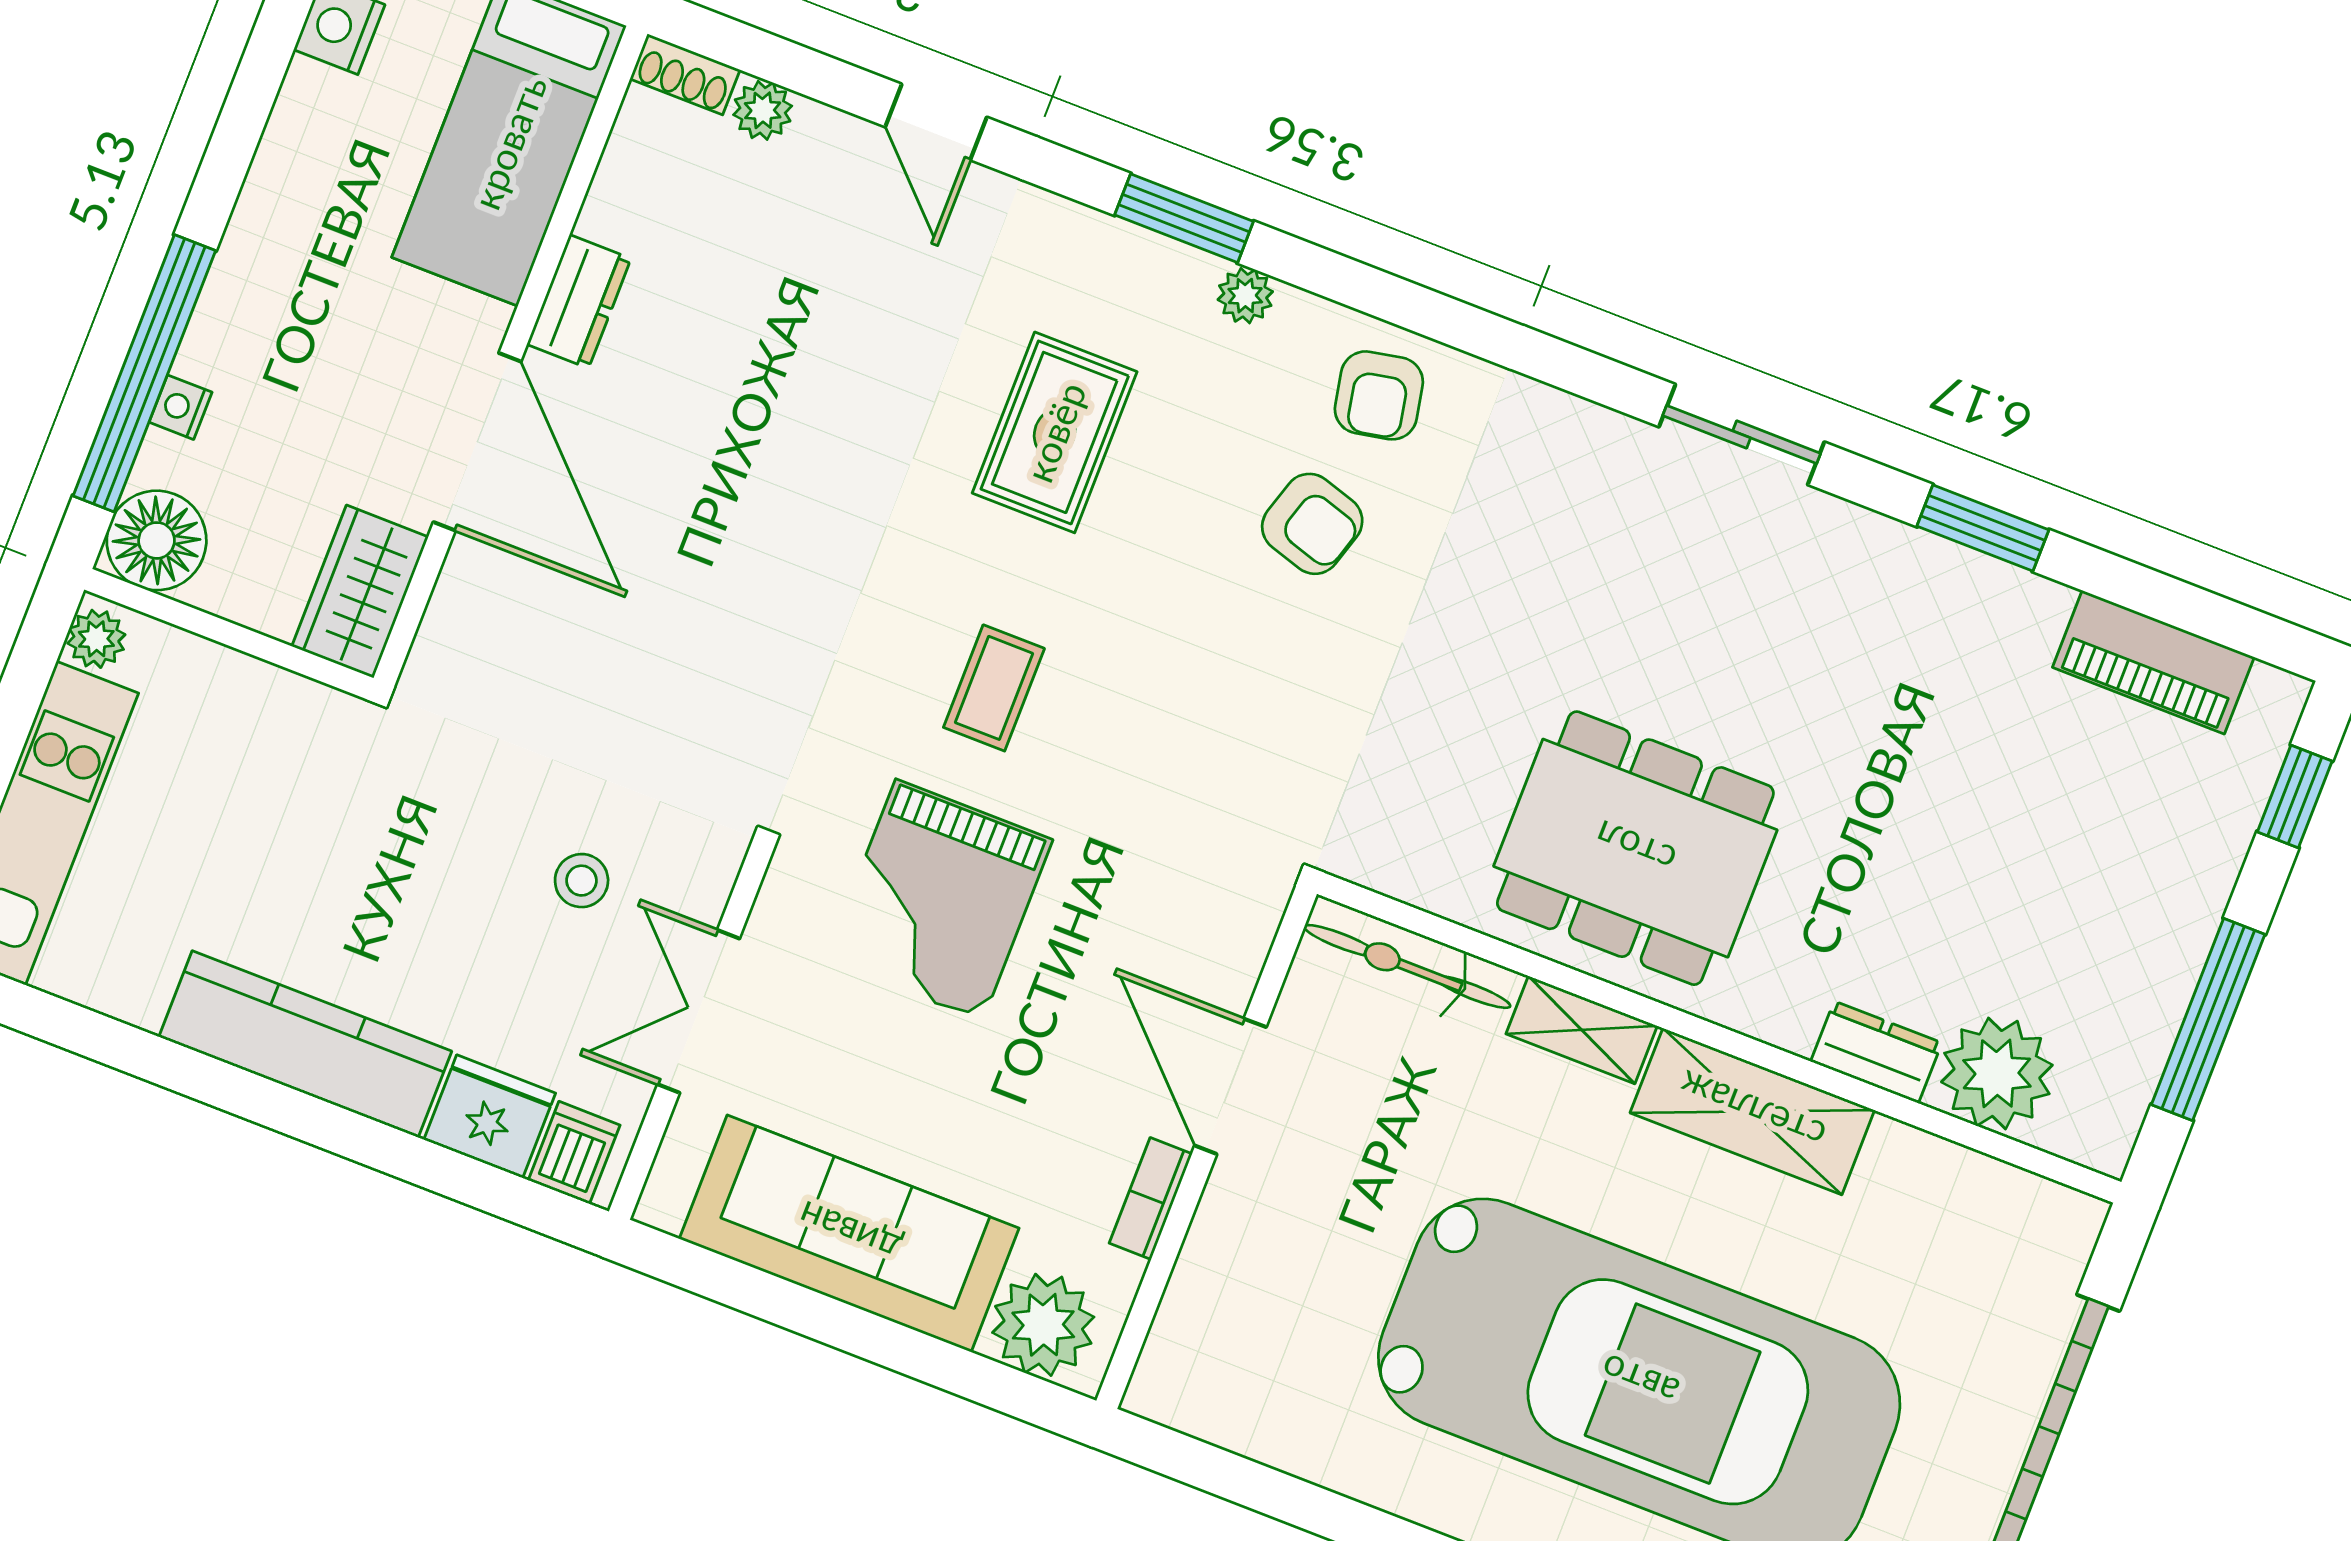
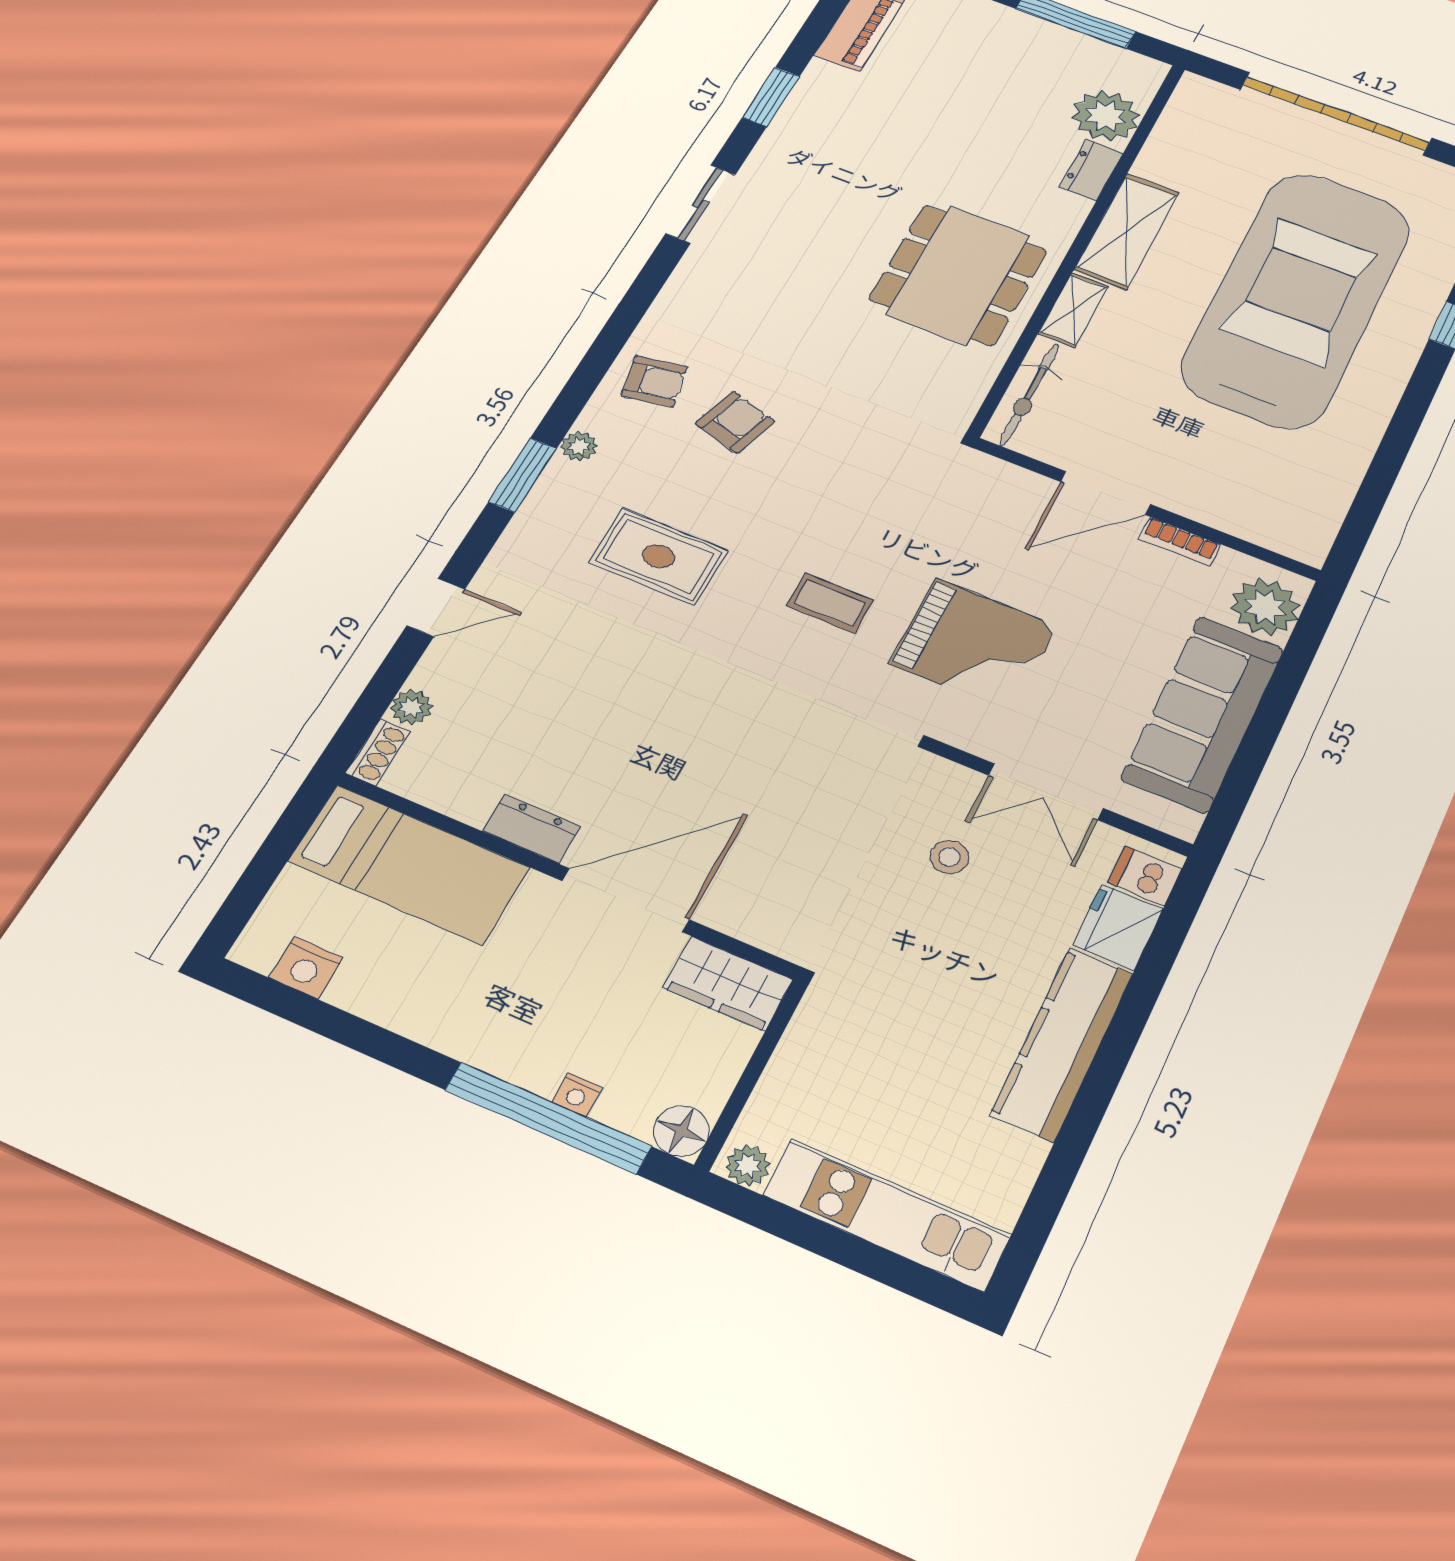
floor lamp: (157, 540) -> (681, 1131), width x0.73, depth x0.73

